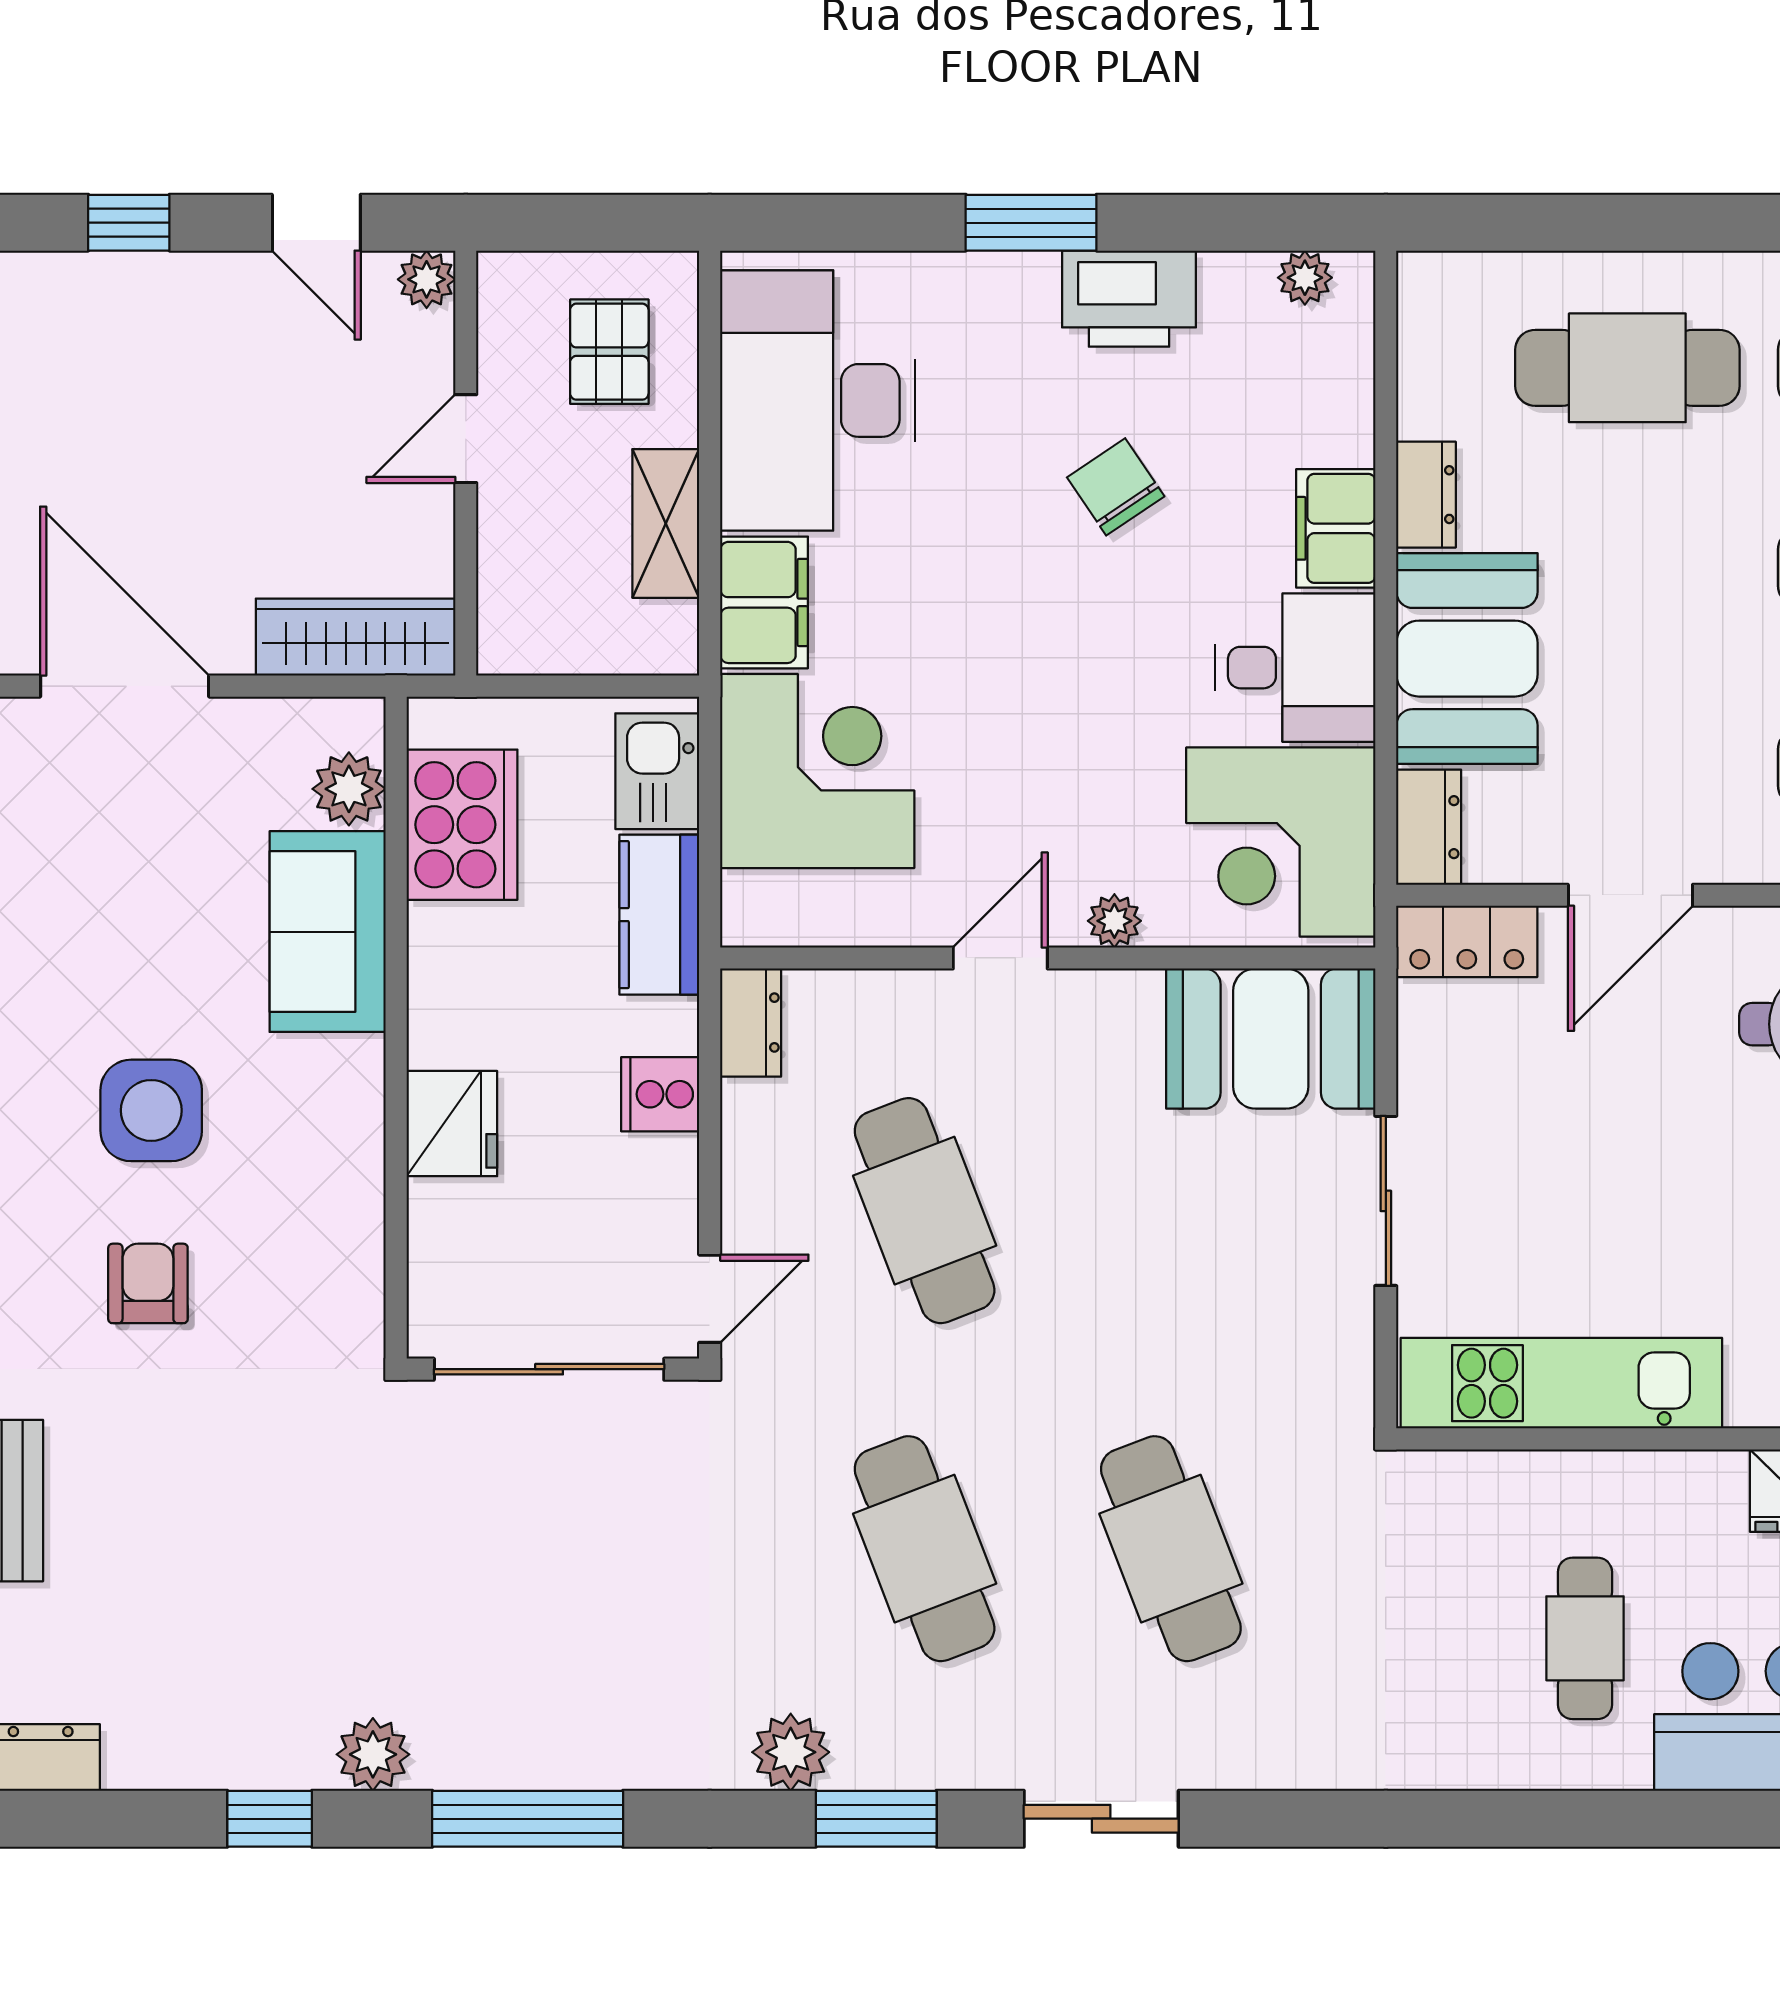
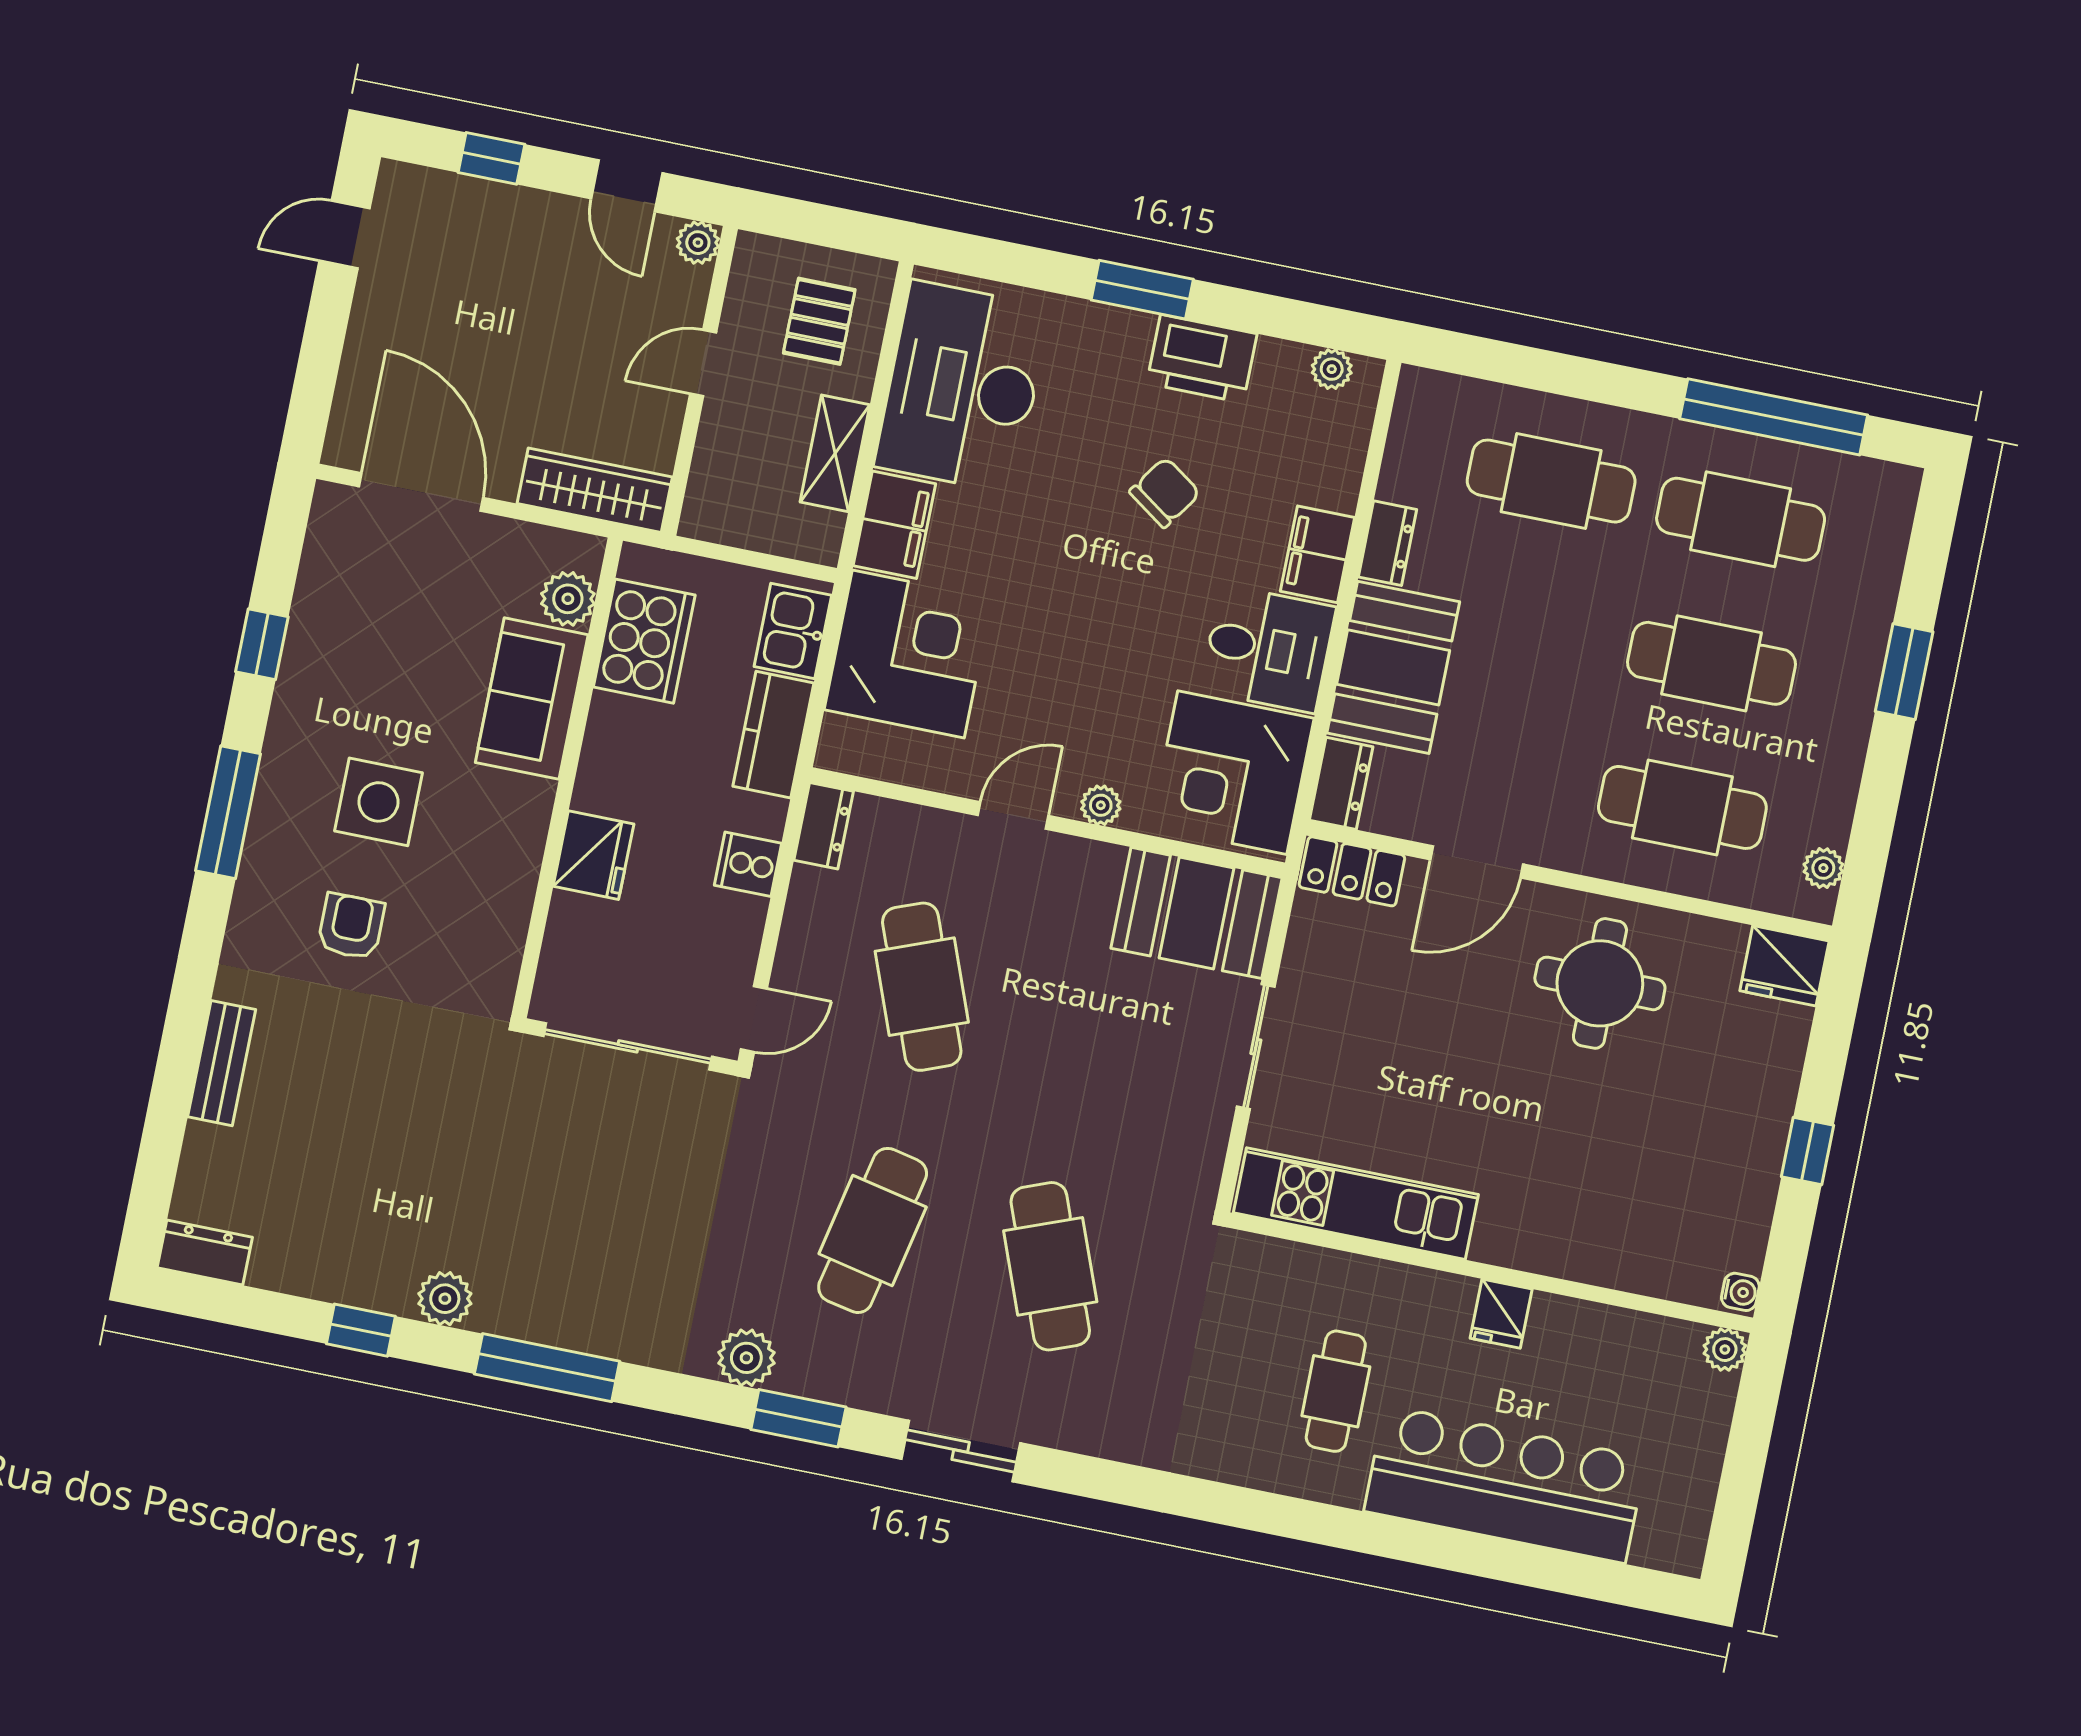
chair: (1116, 487) -> (1165, 492), turned 69
cafe table: (925, 1549) -> (873, 1230), turned 33

